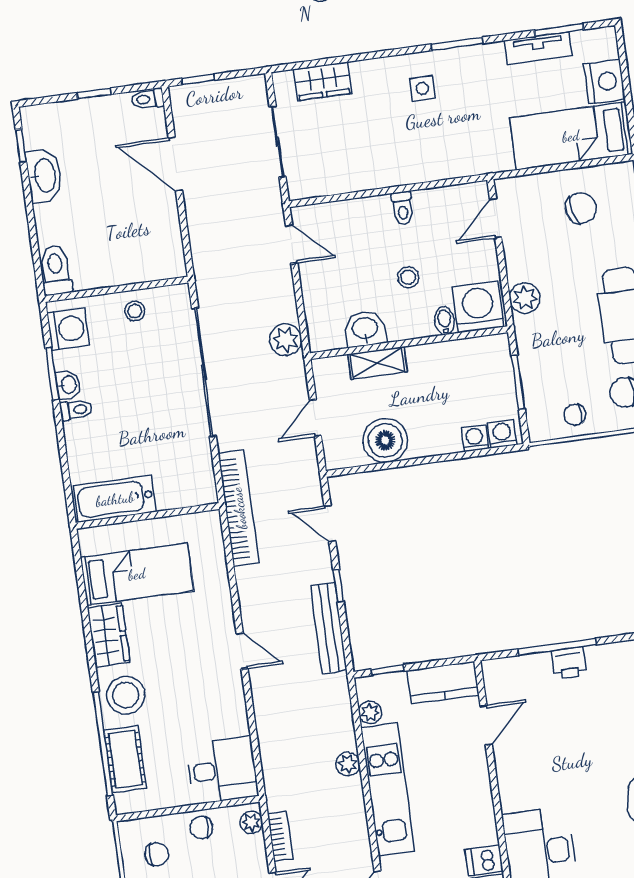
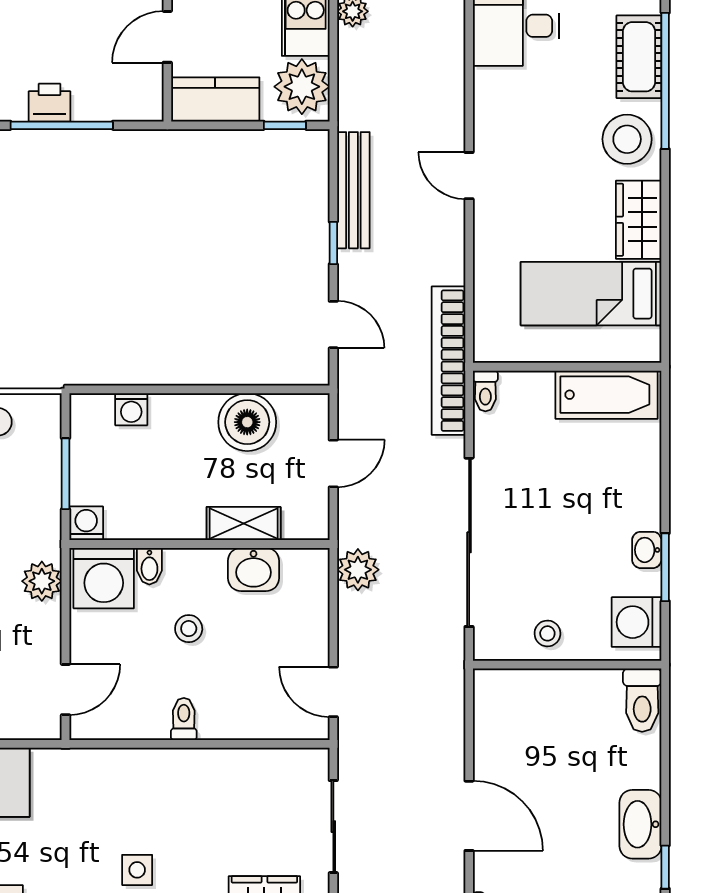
toilet: (76, 410) -> (485, 391), moved, turned -90
washing machine: (502, 434) -> (86, 523), moved, turned 180
plant: (370, 712) -> (302, 87), width x1.88, depth x1.88

